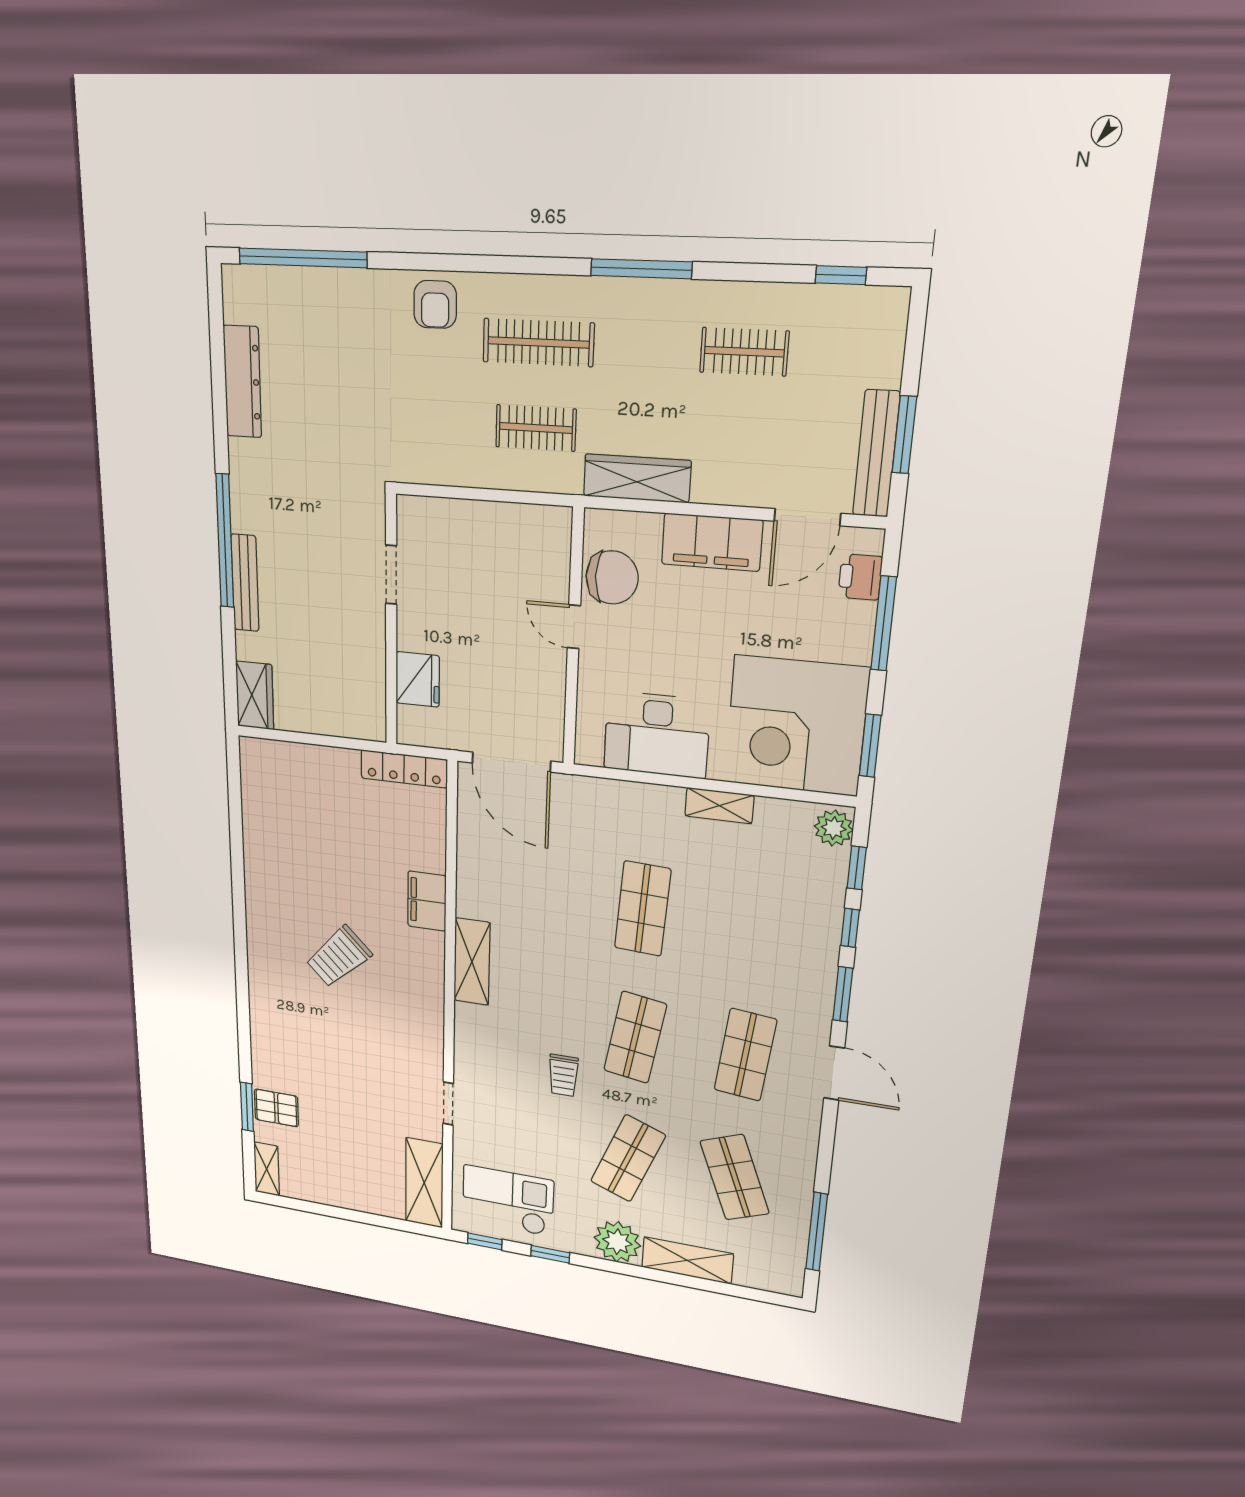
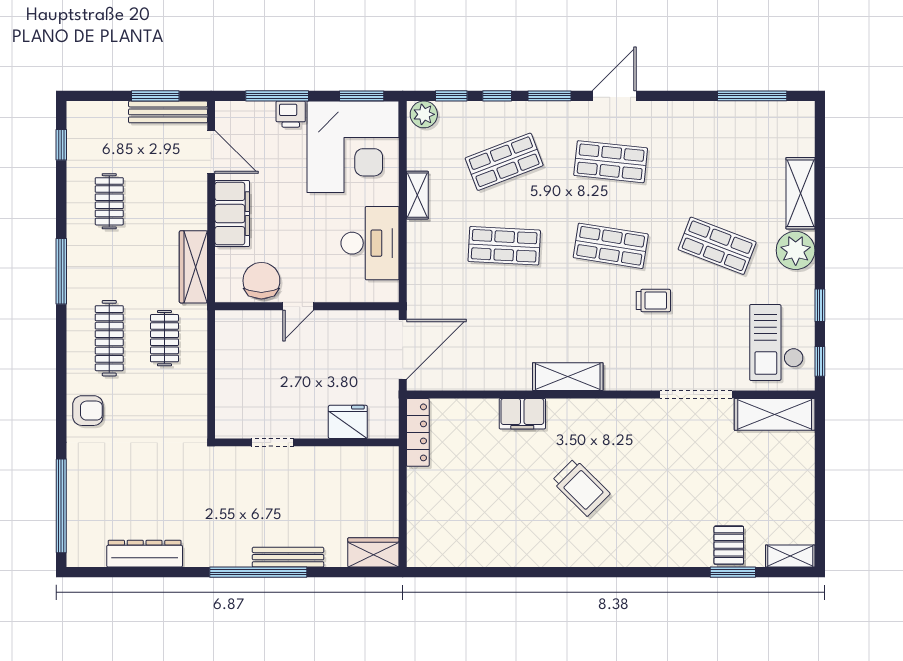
printer: (860, 577) -> (291, 114), moved
doorway: (448, 1103) -> (696, 394), width x1.87
shop shelf: (735, 1177) -> (504, 162), moved

